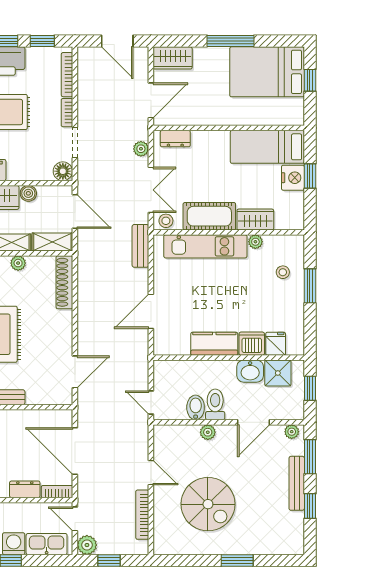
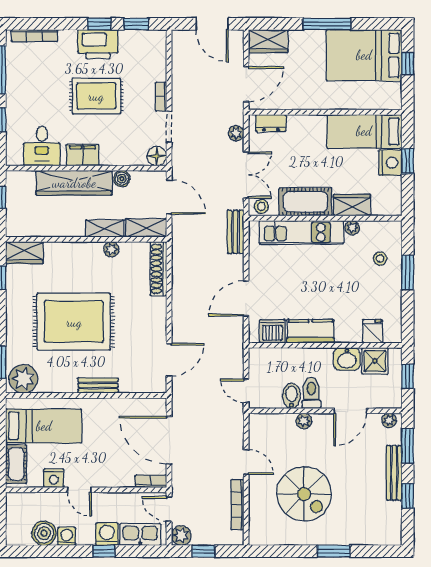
bookcase: (67, 75) -> (161, 58), removed
dishwasher: (252, 344) -> (272, 331), moved
dresser: (25, 489) -> (118, 479), removed

